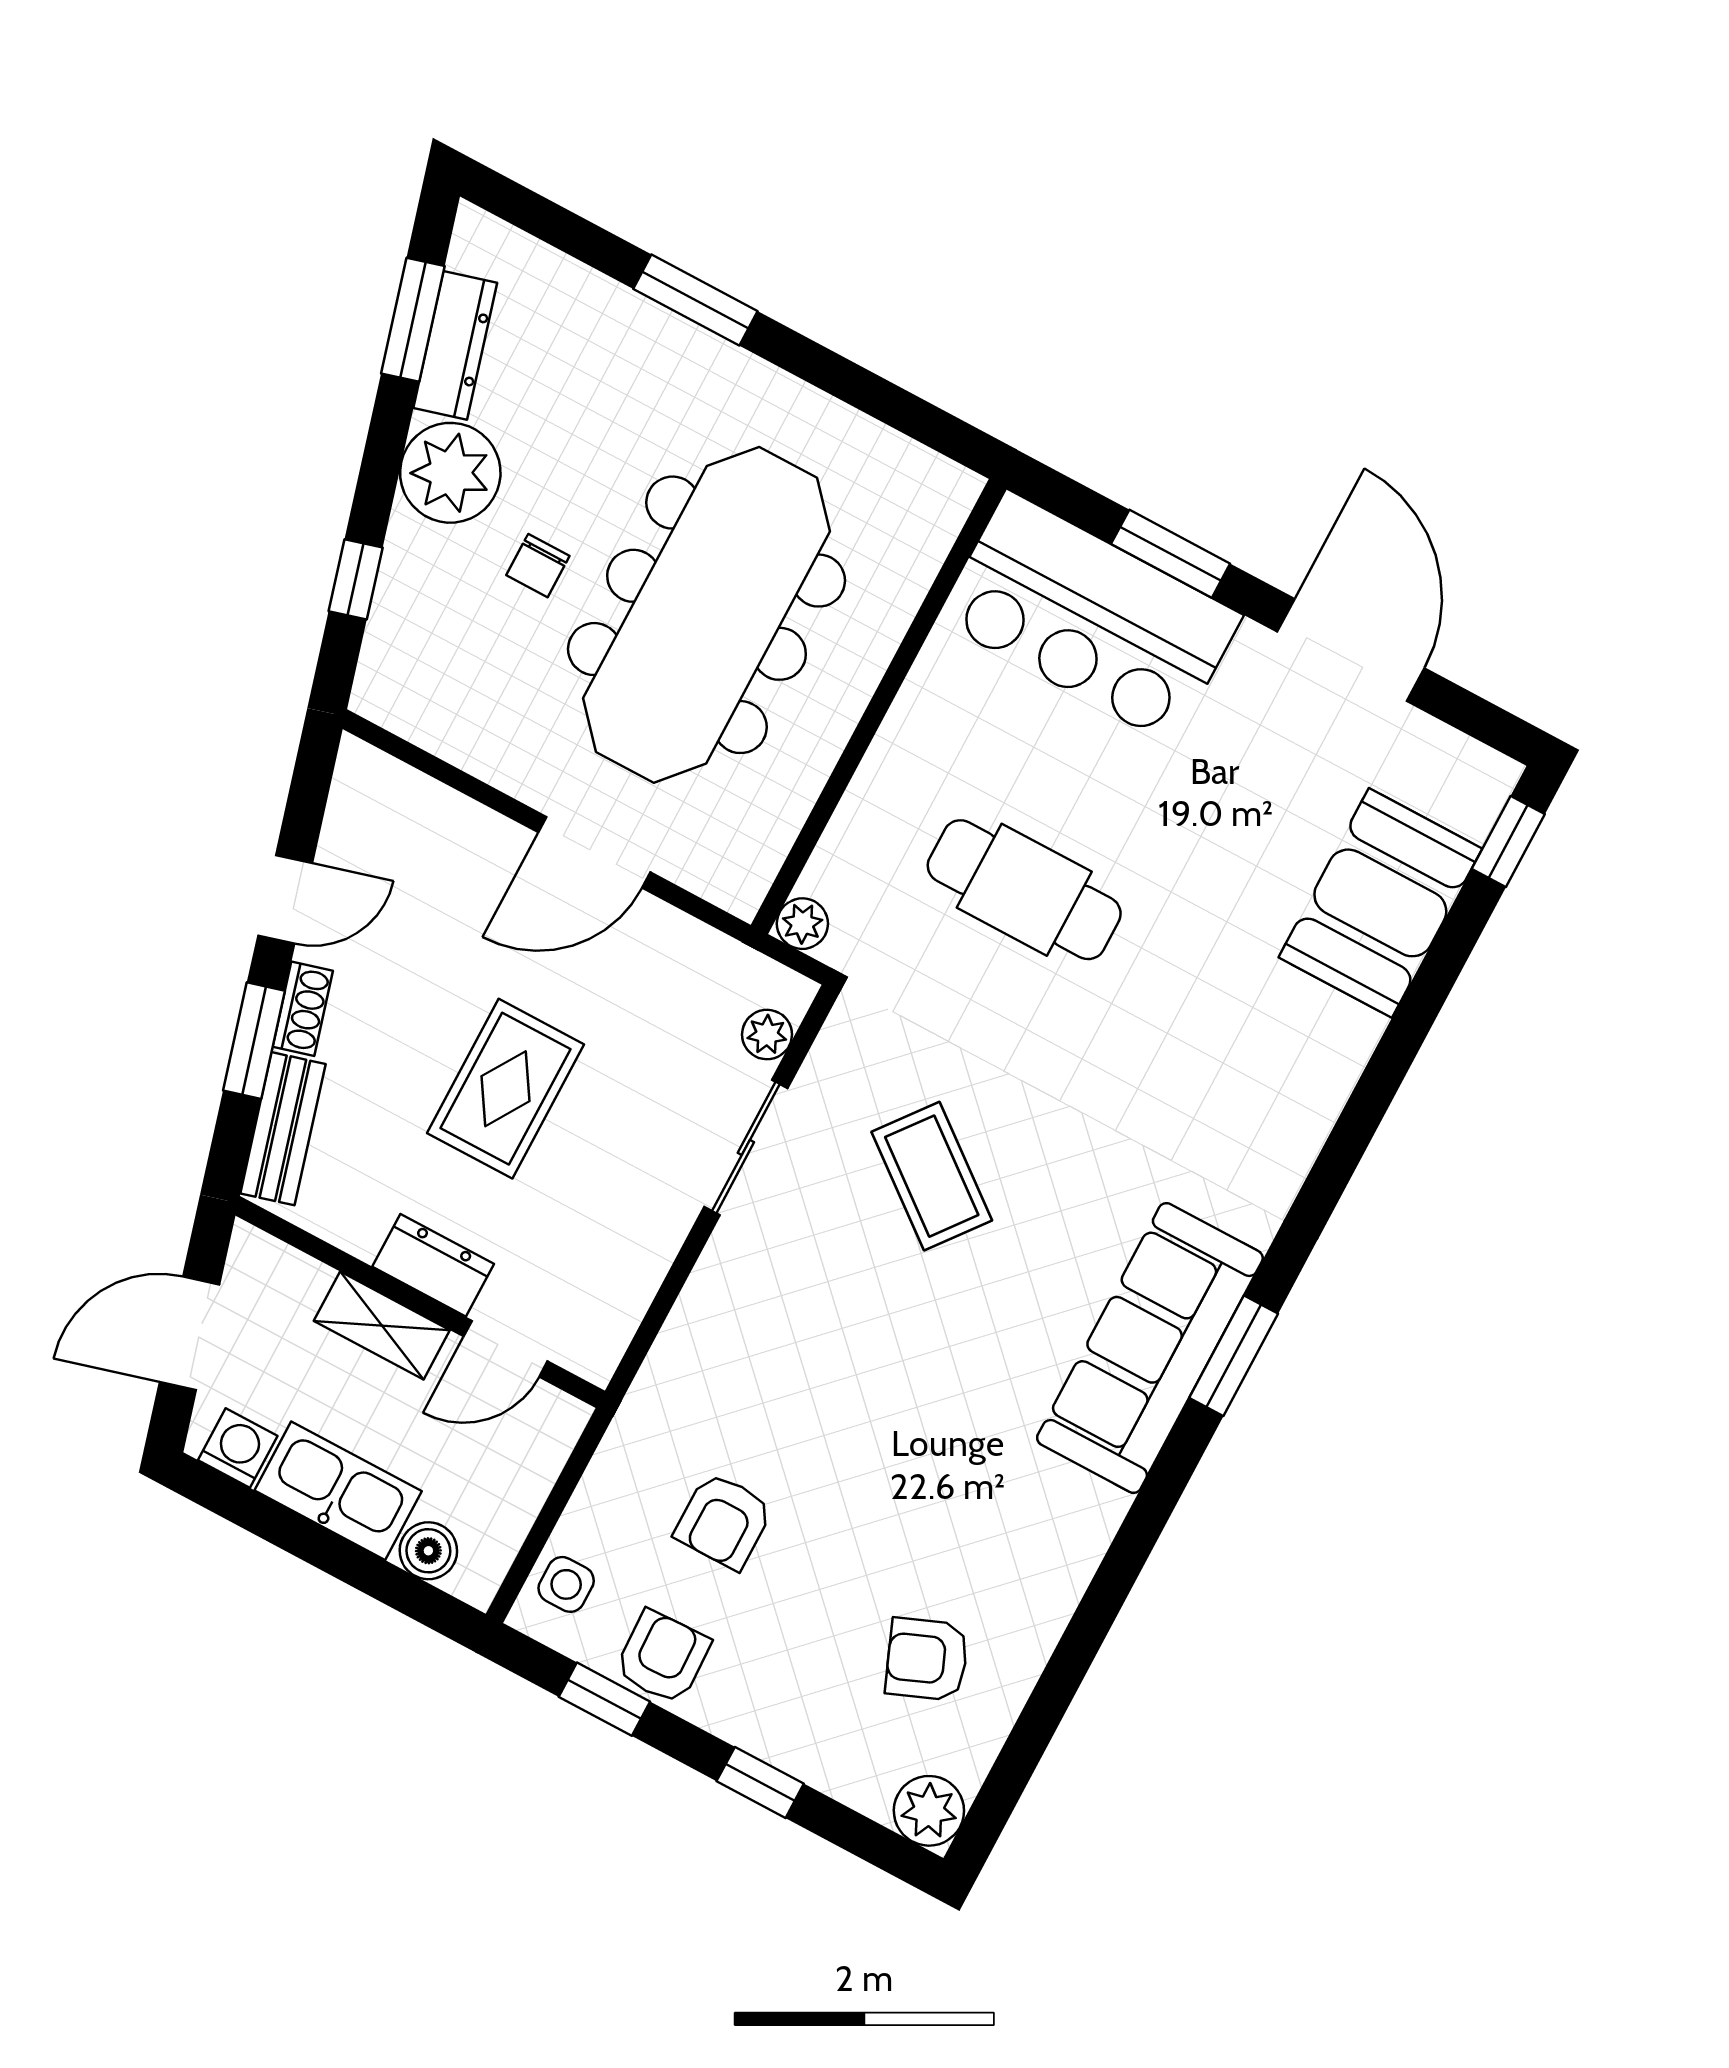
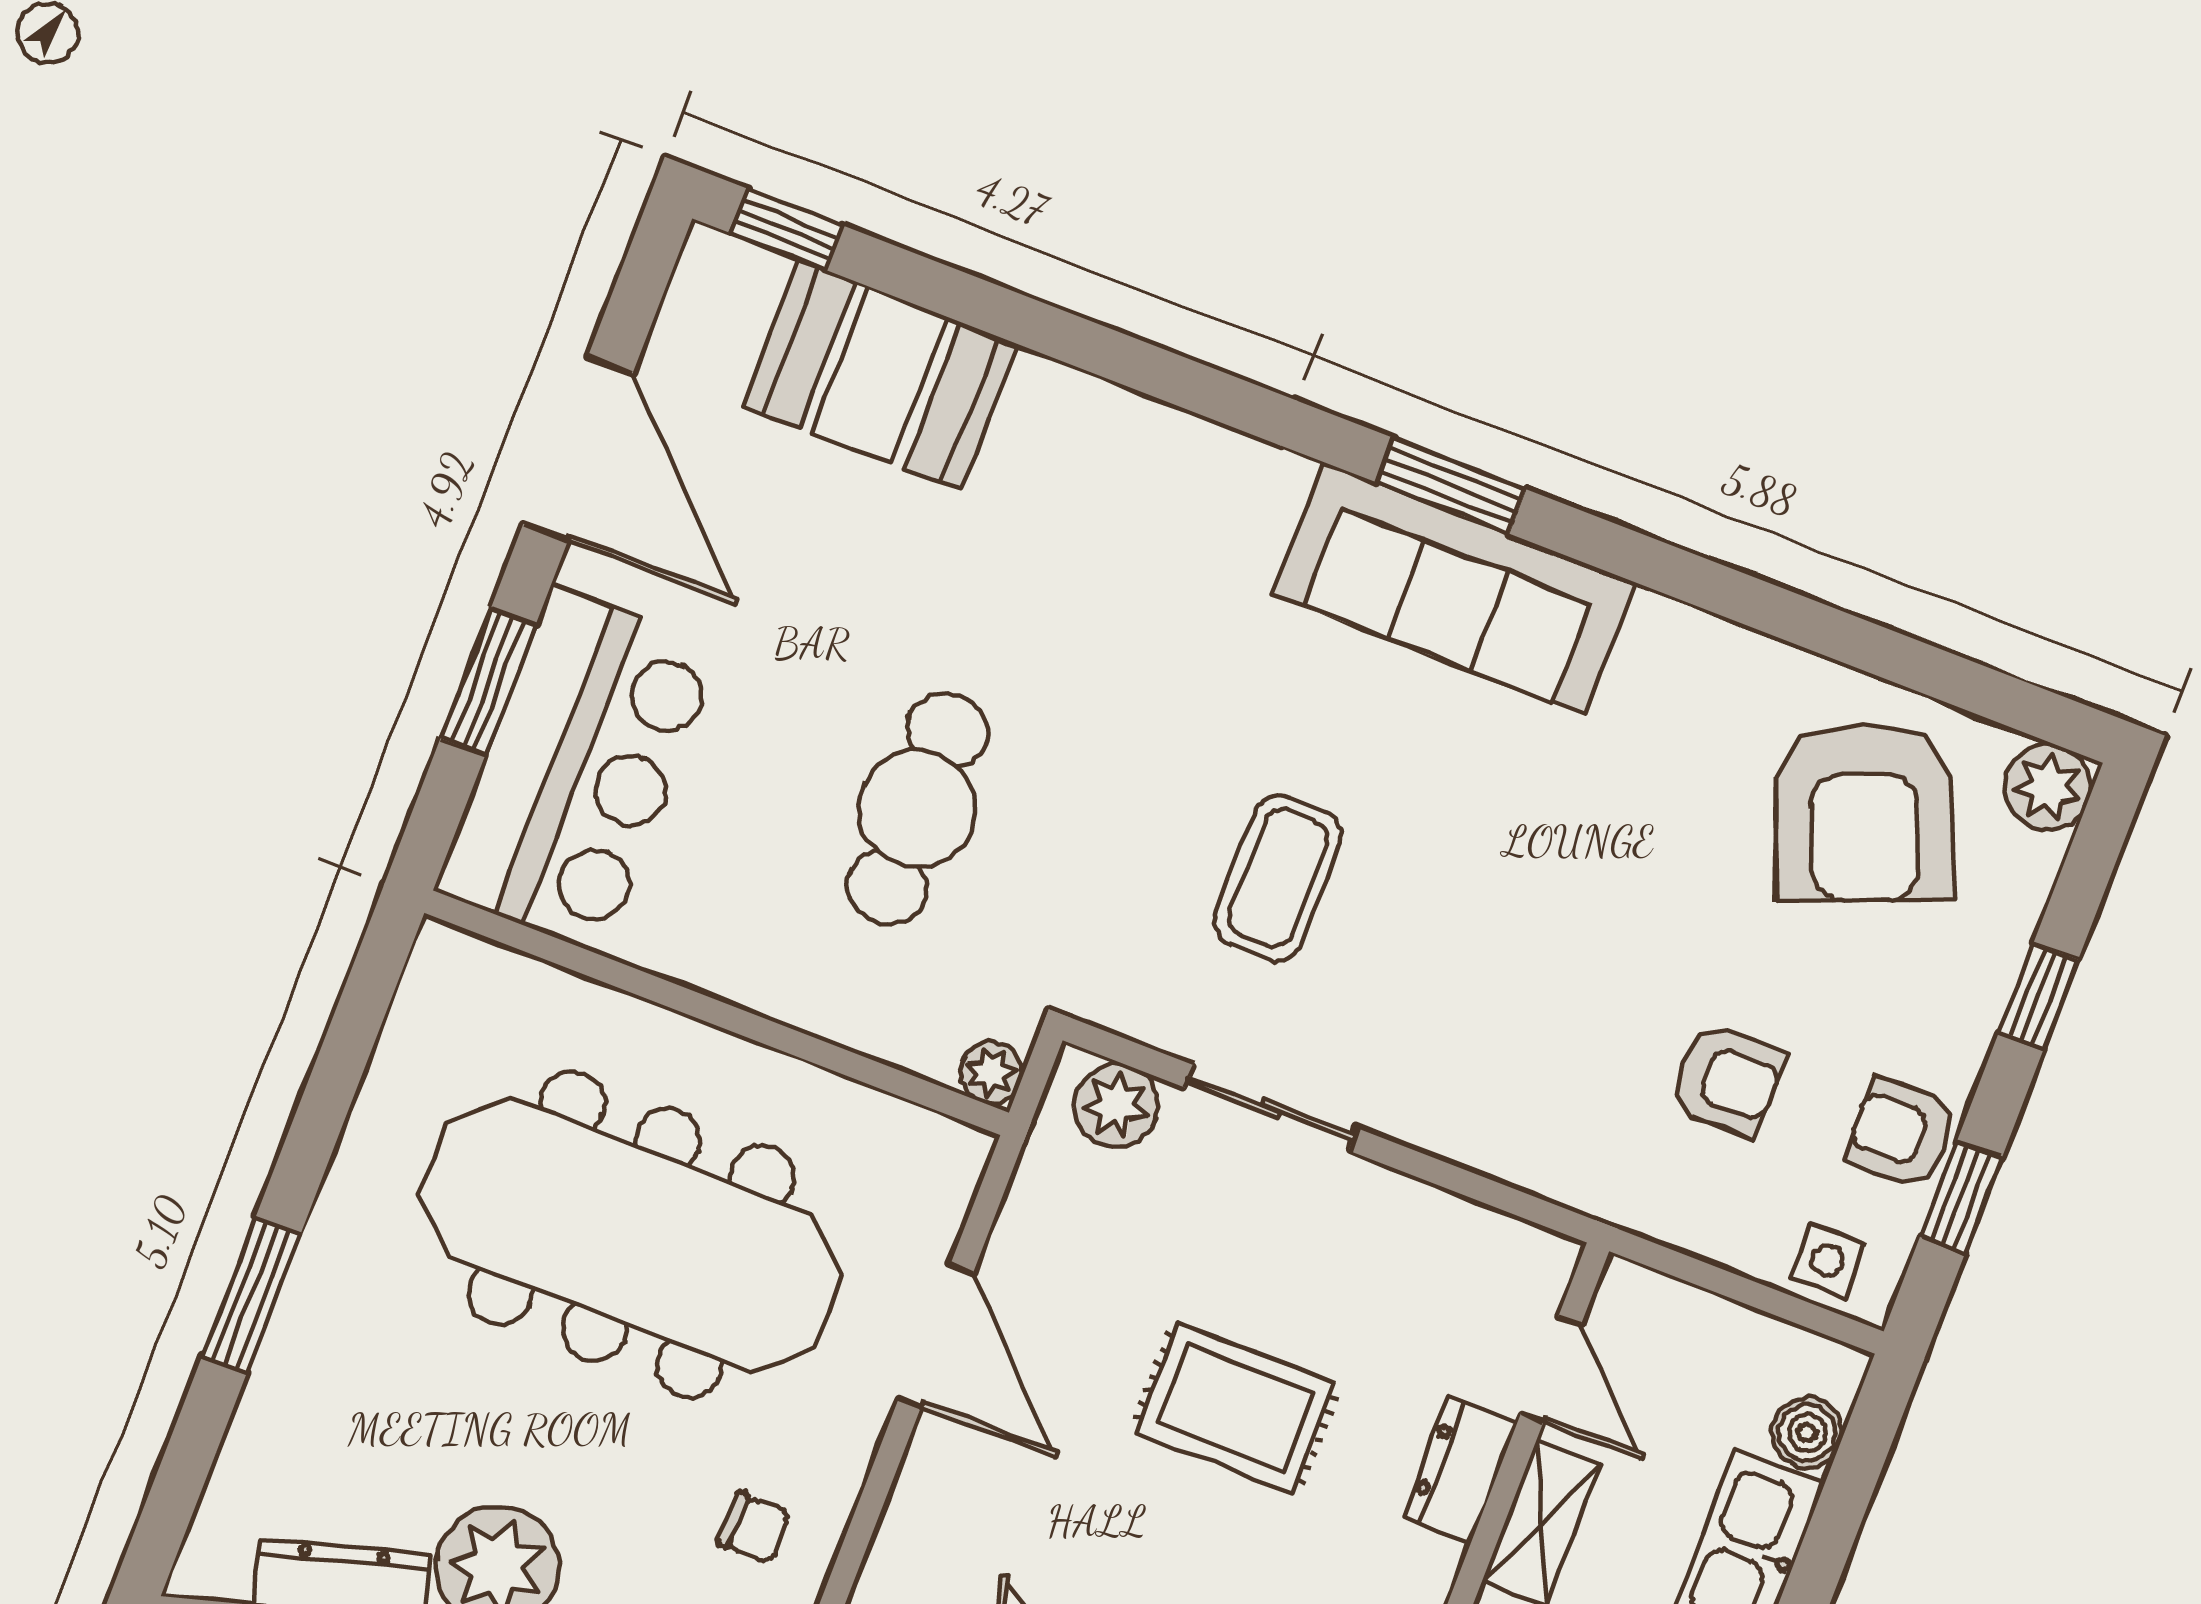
chair: (538, 566) -> (754, 1528), moved
door: (1351, 650) -> (578, 449), swing flipped
plant: (767, 1035) -> (1116, 1106), width x1.38, depth x1.38
coffee table: (932, 1176) -> (1278, 878), turned -38
armchair: (927, 1659) -> (1864, 812), width x1.88, depth x1.88

